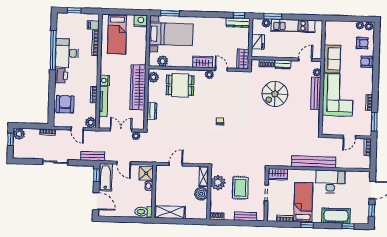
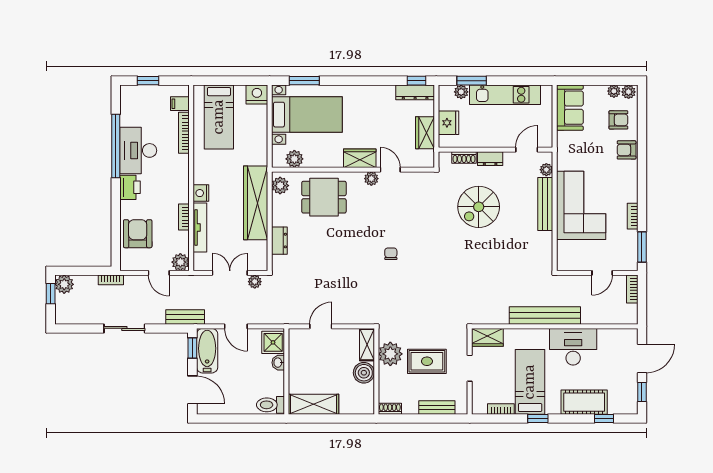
wardrobe: (243, 59) -> (425, 133), moved
sofa: (332, 59) -> (570, 108), moved
rug: (240, 188) -> (427, 361), turned 90

